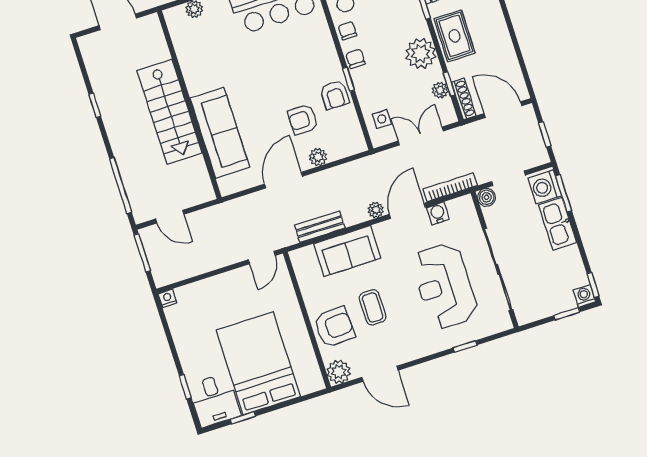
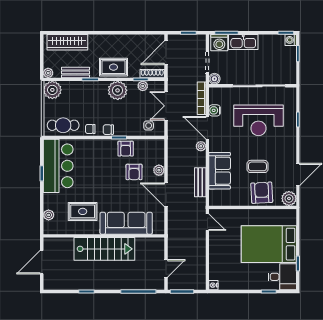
rug: (217, 60) -> (83, 211), added
armchair: (335, 95) -> (126, 149), turned 90

